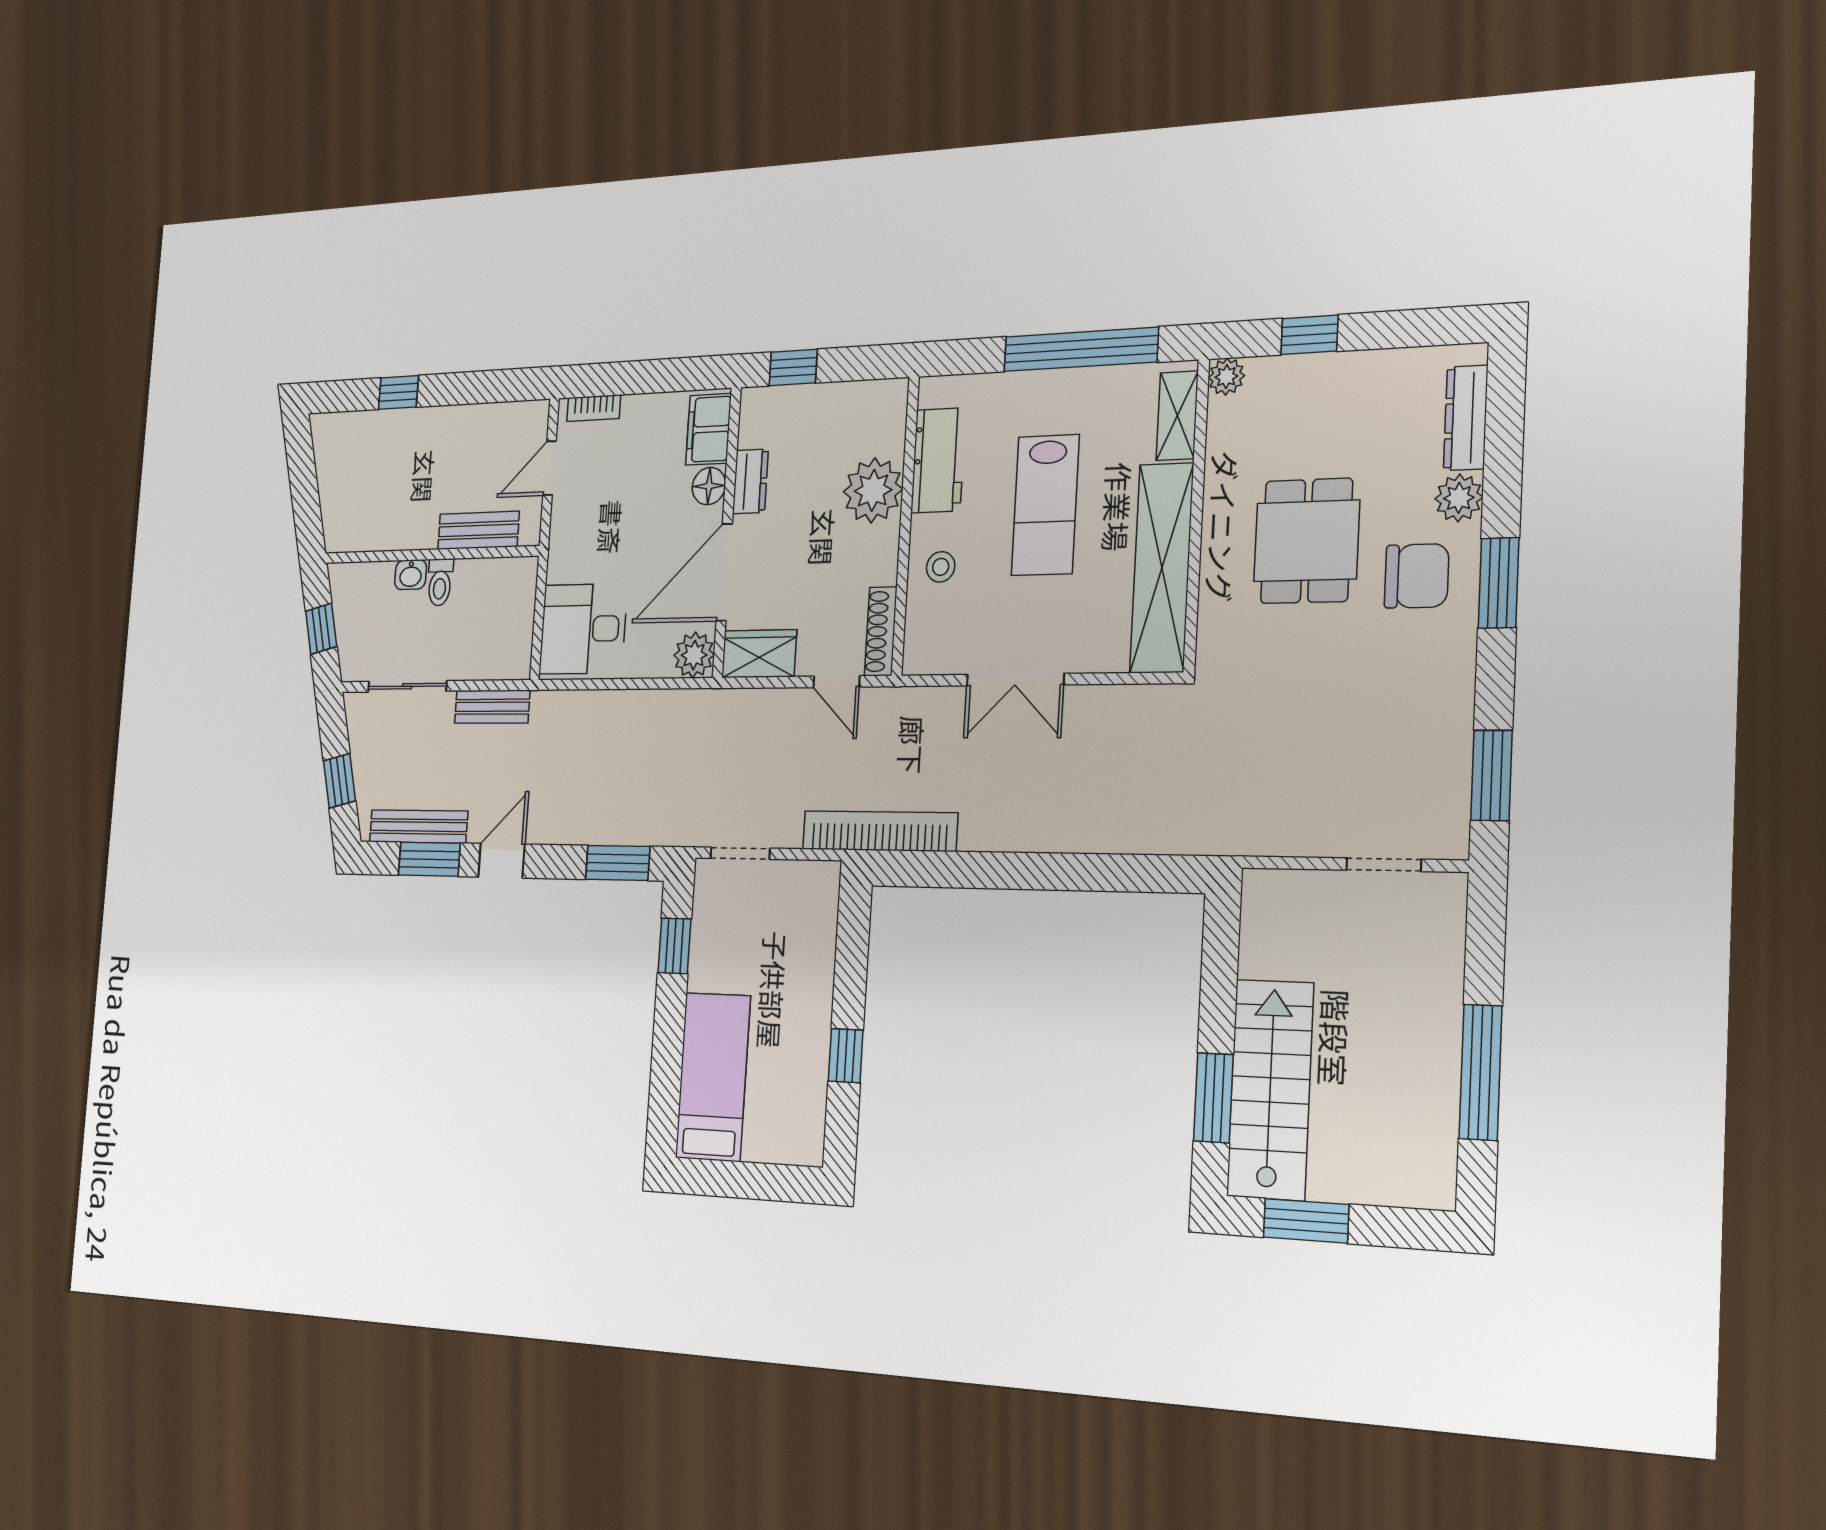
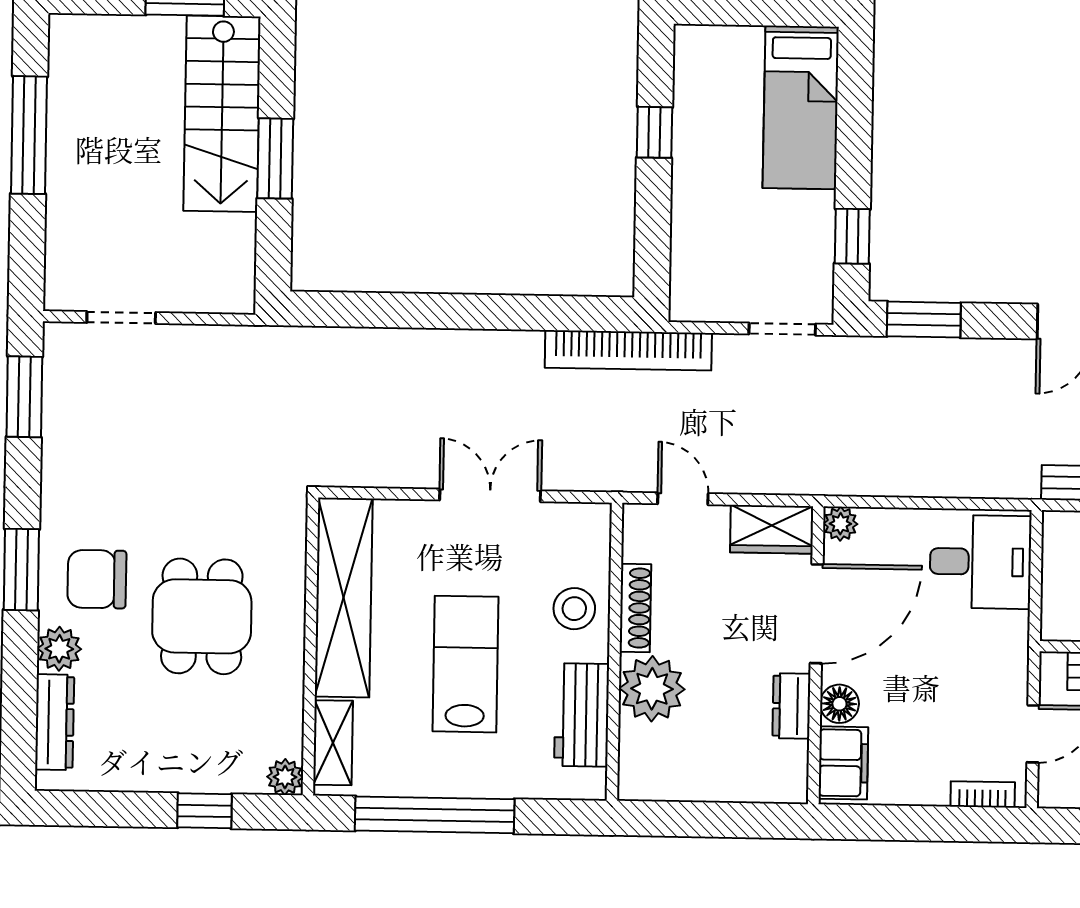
window: (793, 367) -> (748, 820), removed
stool: (941, 567) -> (574, 609), width x1.37, depth x1.37
shoe rack: (881, 631) -> (635, 608), moved
plant: (694, 655) -> (840, 524), width x0.73, depth x0.73
window: (1213, 1098) -> (275, 158), moved

